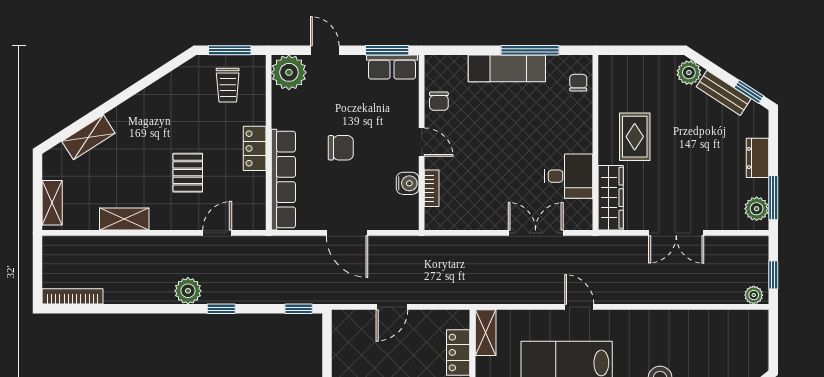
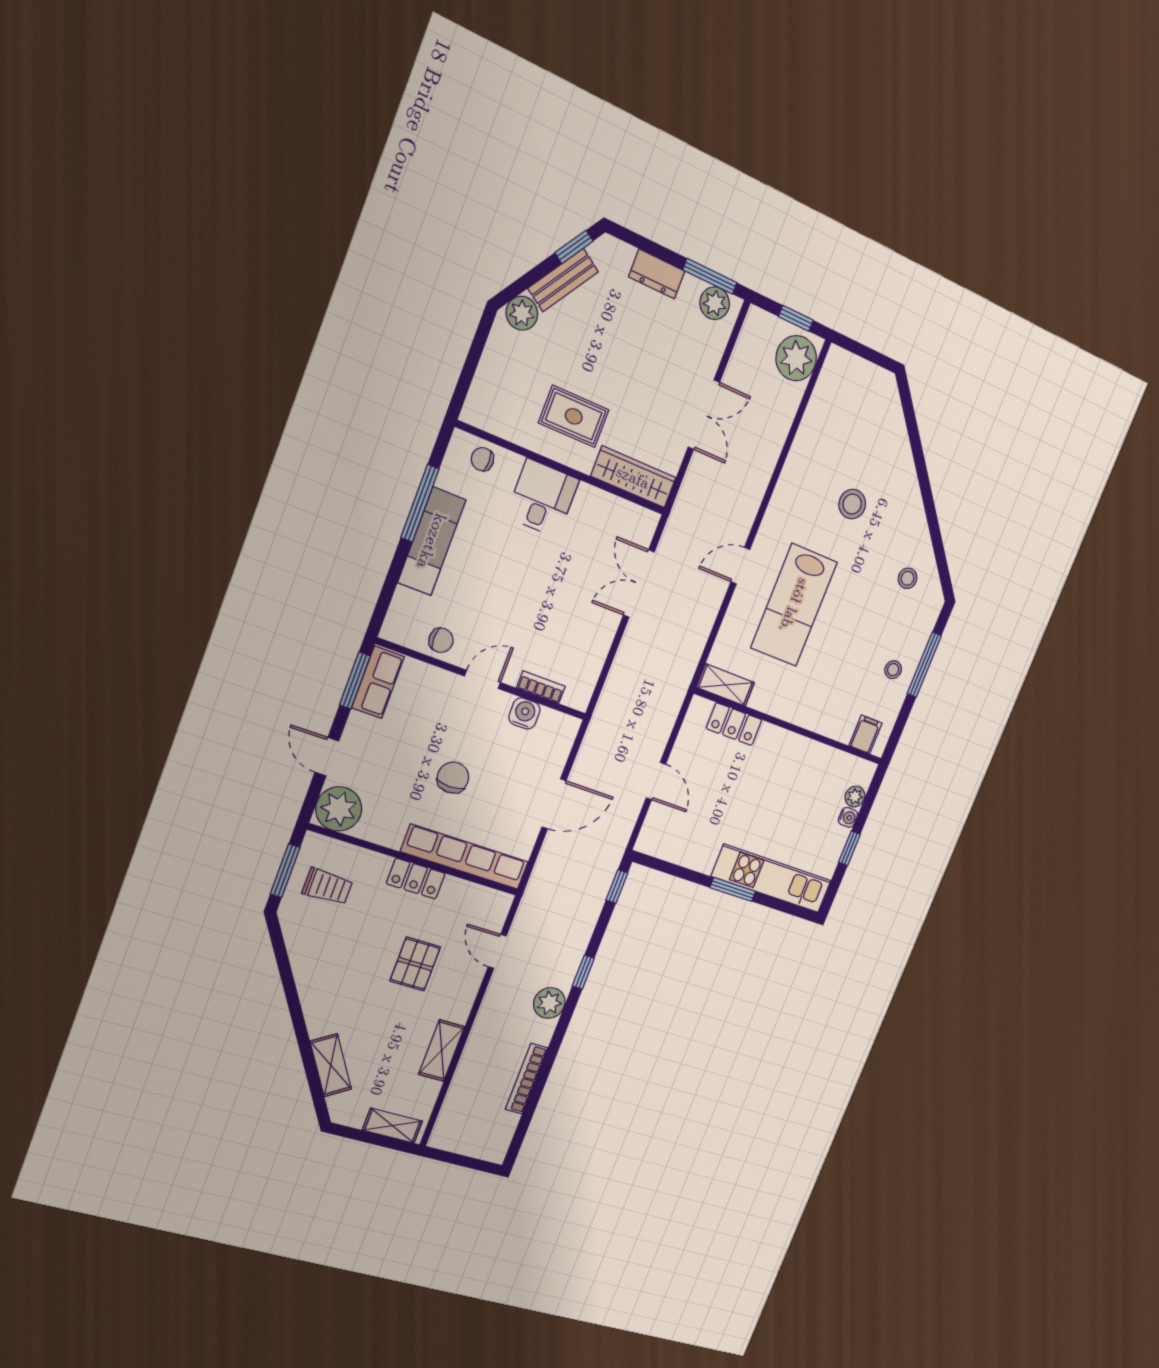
door: (325, 50) -> (327, 757), hinge flipped
pallet: (188, 173) -> (415, 964), turned 90
desk: (568, 176) -> (542, 498), moved
plant: (754, 295) -> (796, 358), width x1.88, depth x1.88
bookcase: (73, 296) -> (527, 1079), moved

